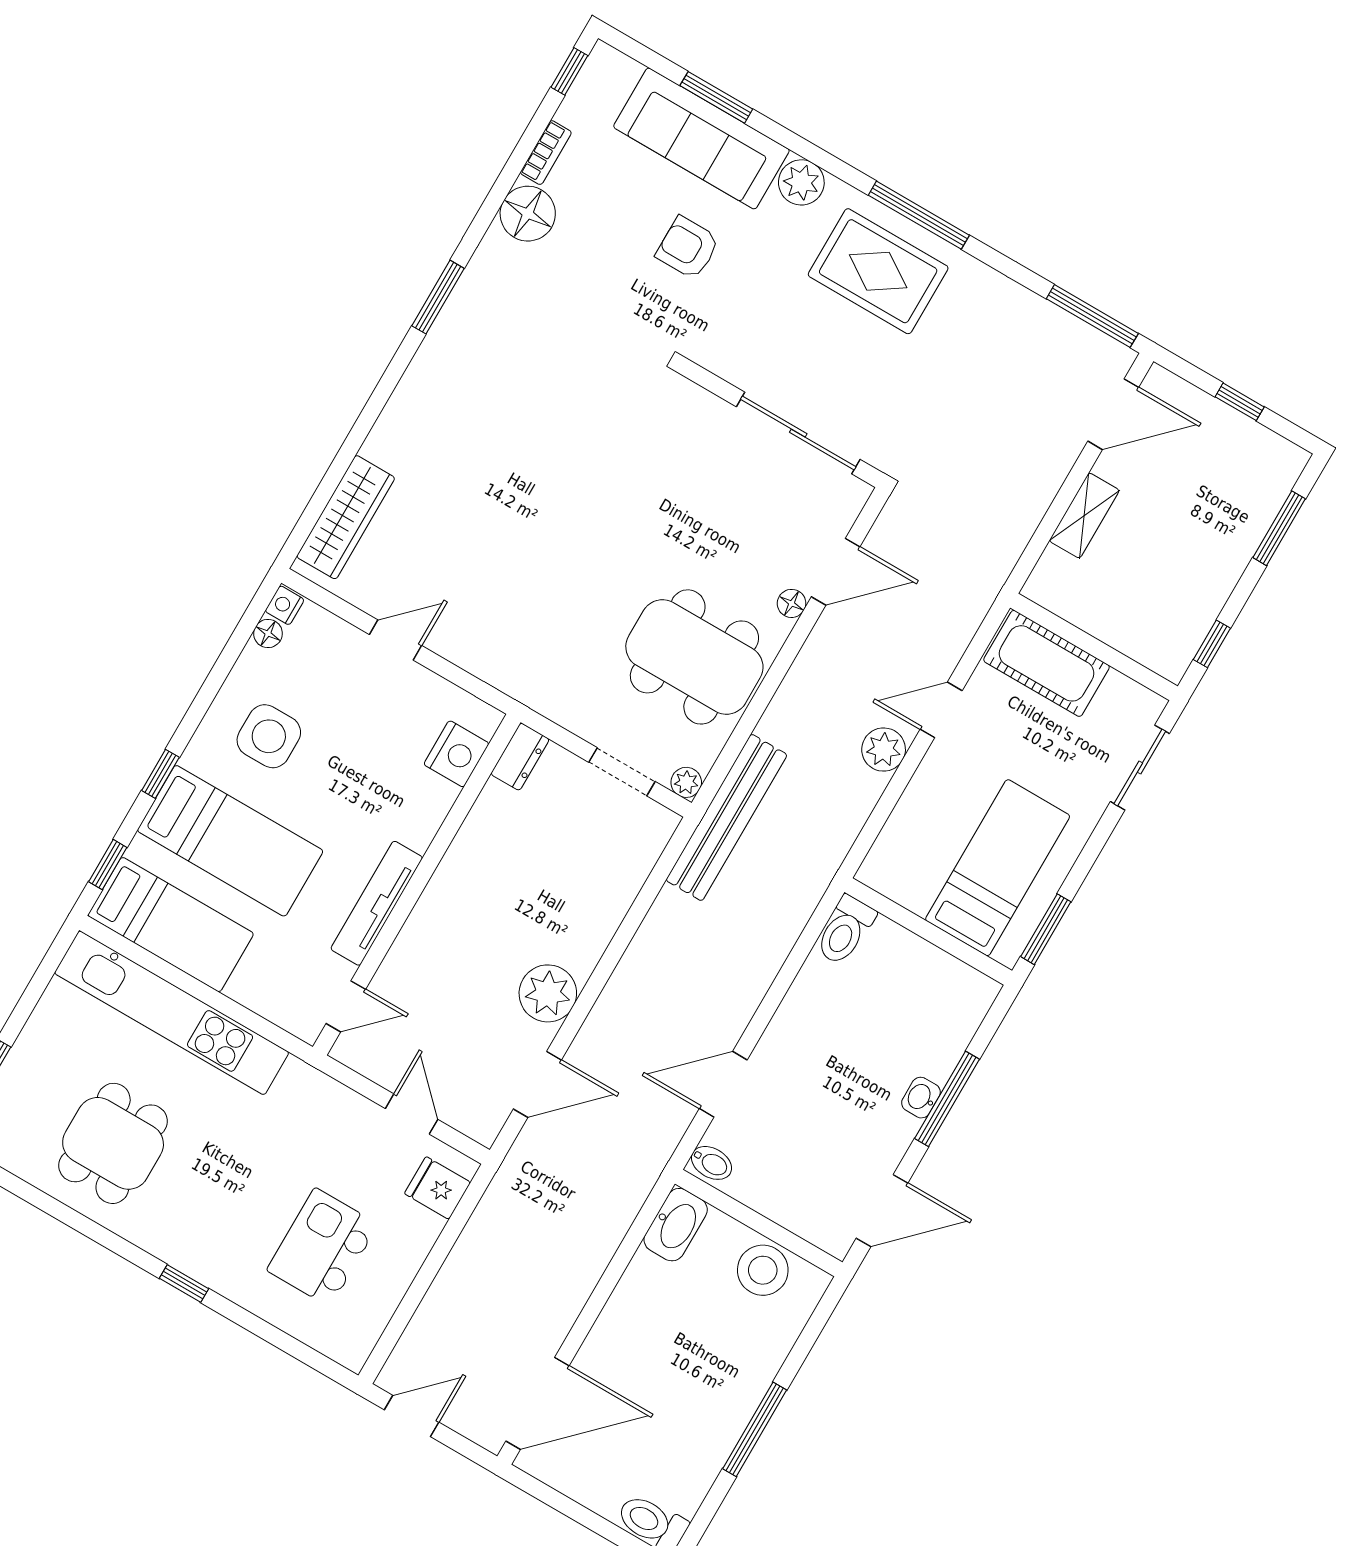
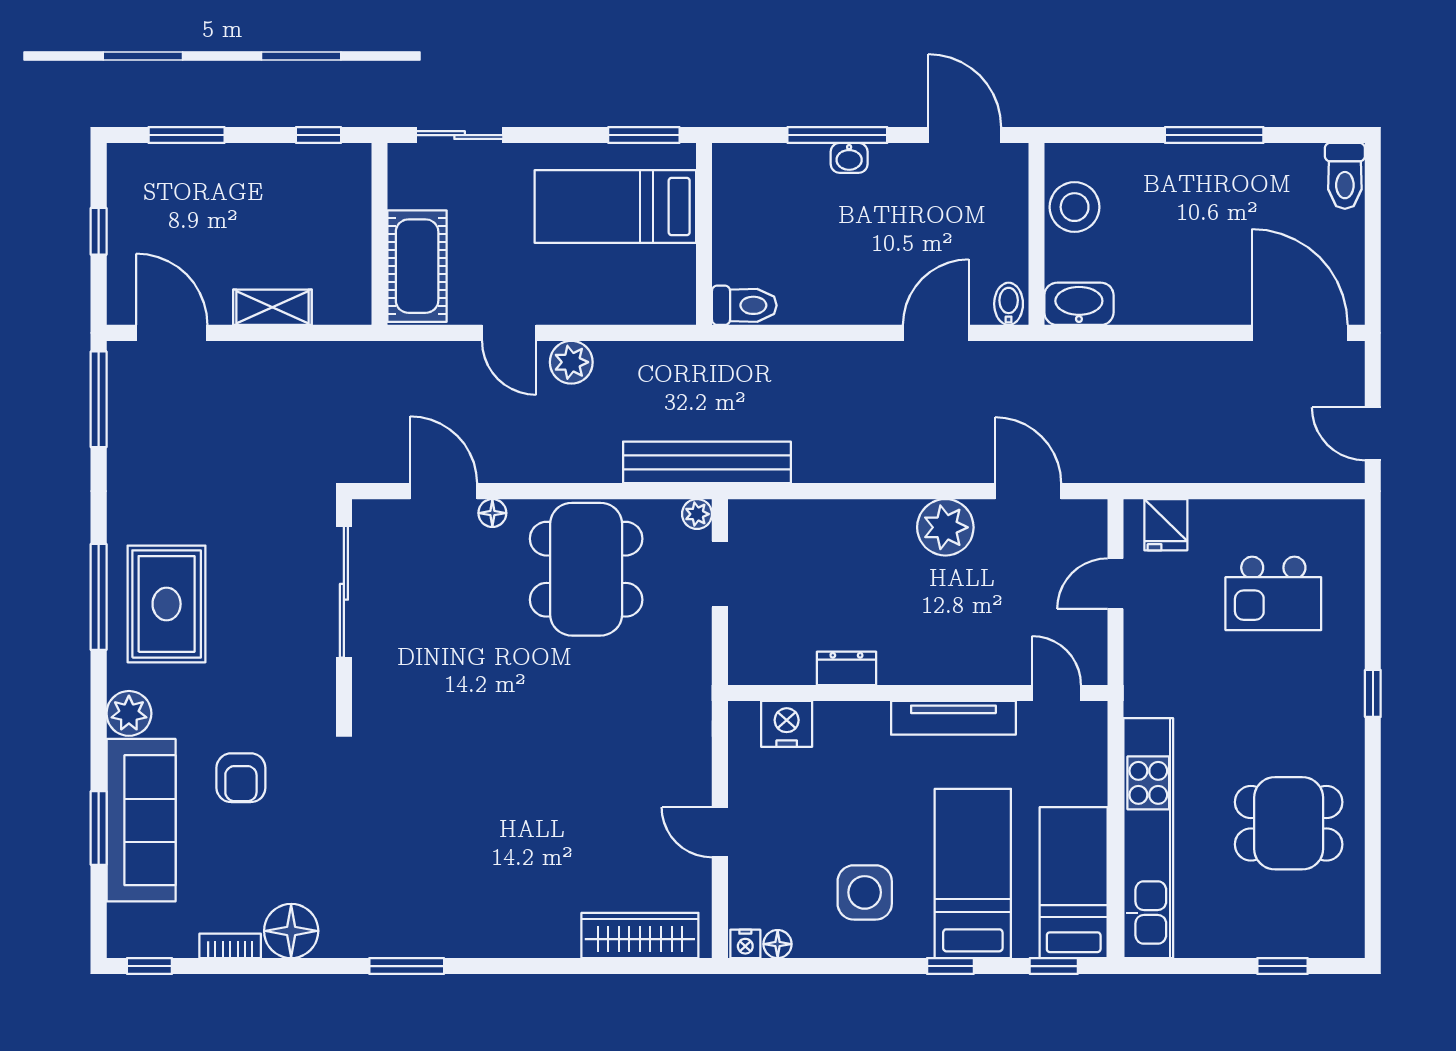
dresser: (520, 757) -> (846, 668), moved
door: (723, 1084) -> (936, 333), swing flipped

